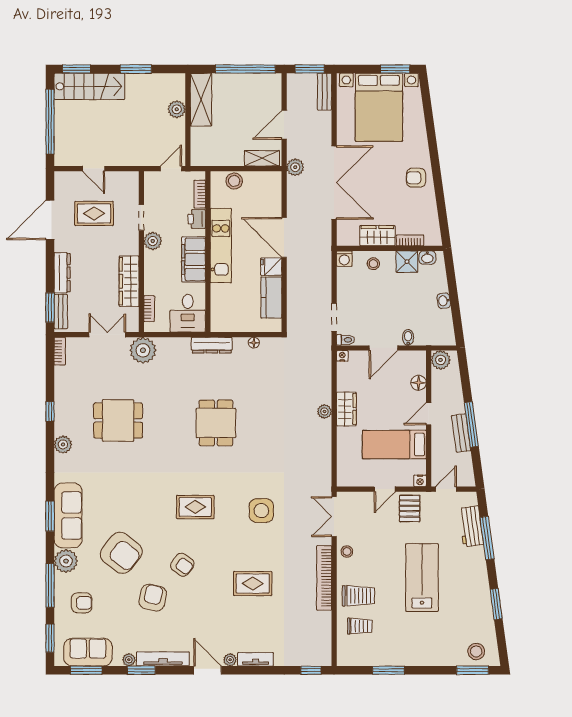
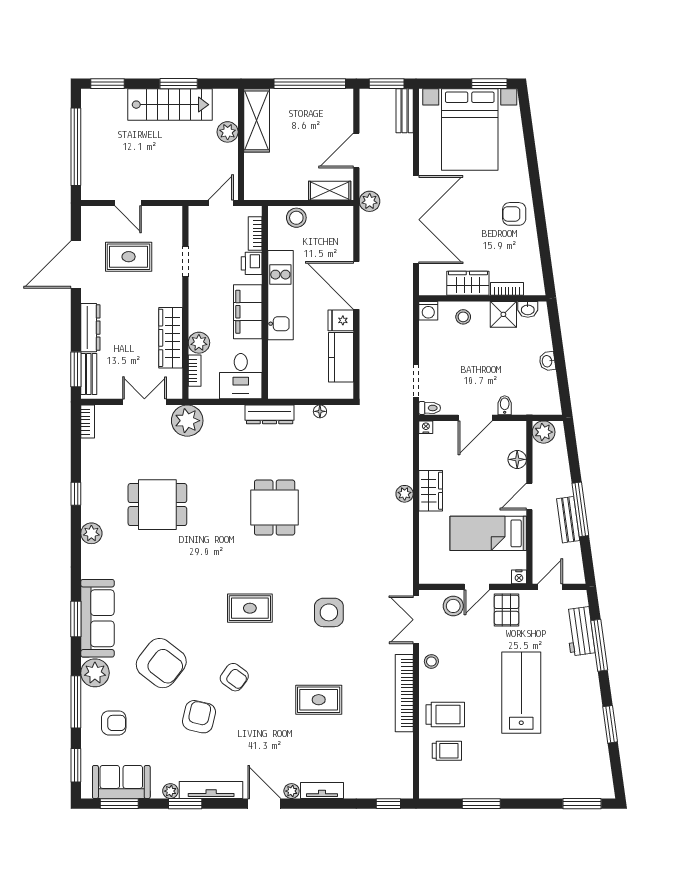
stairs: (89, 86) -> (170, 105), moved
plant: (153, 241) -> (199, 343), moved
stool: (476, 652) -> (453, 606), moved

